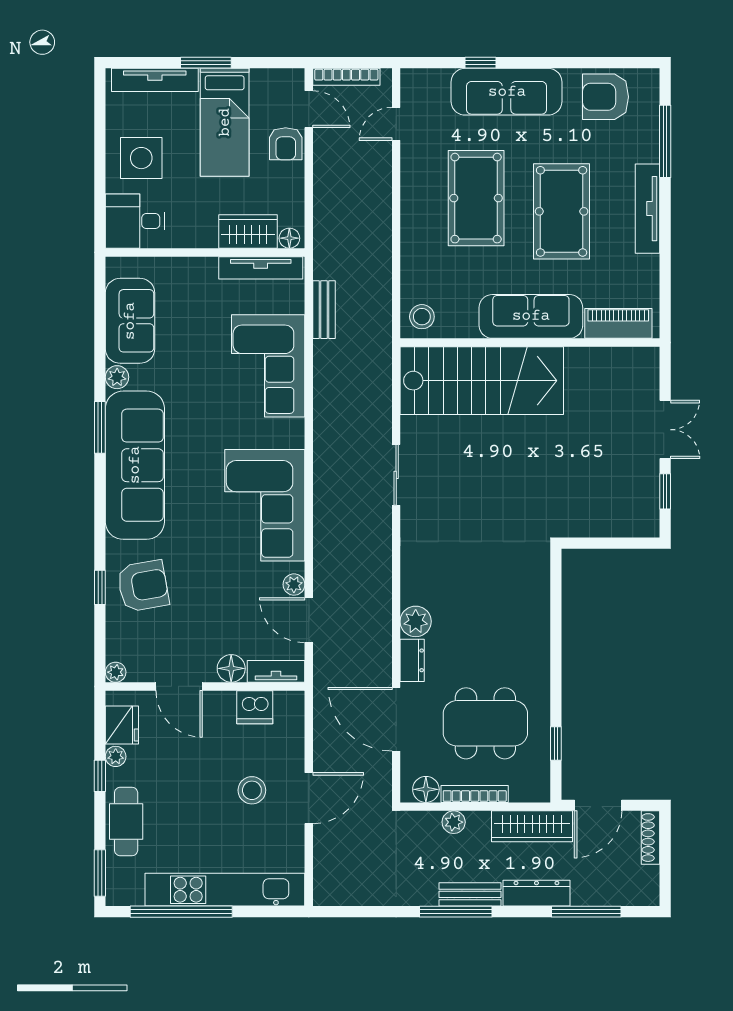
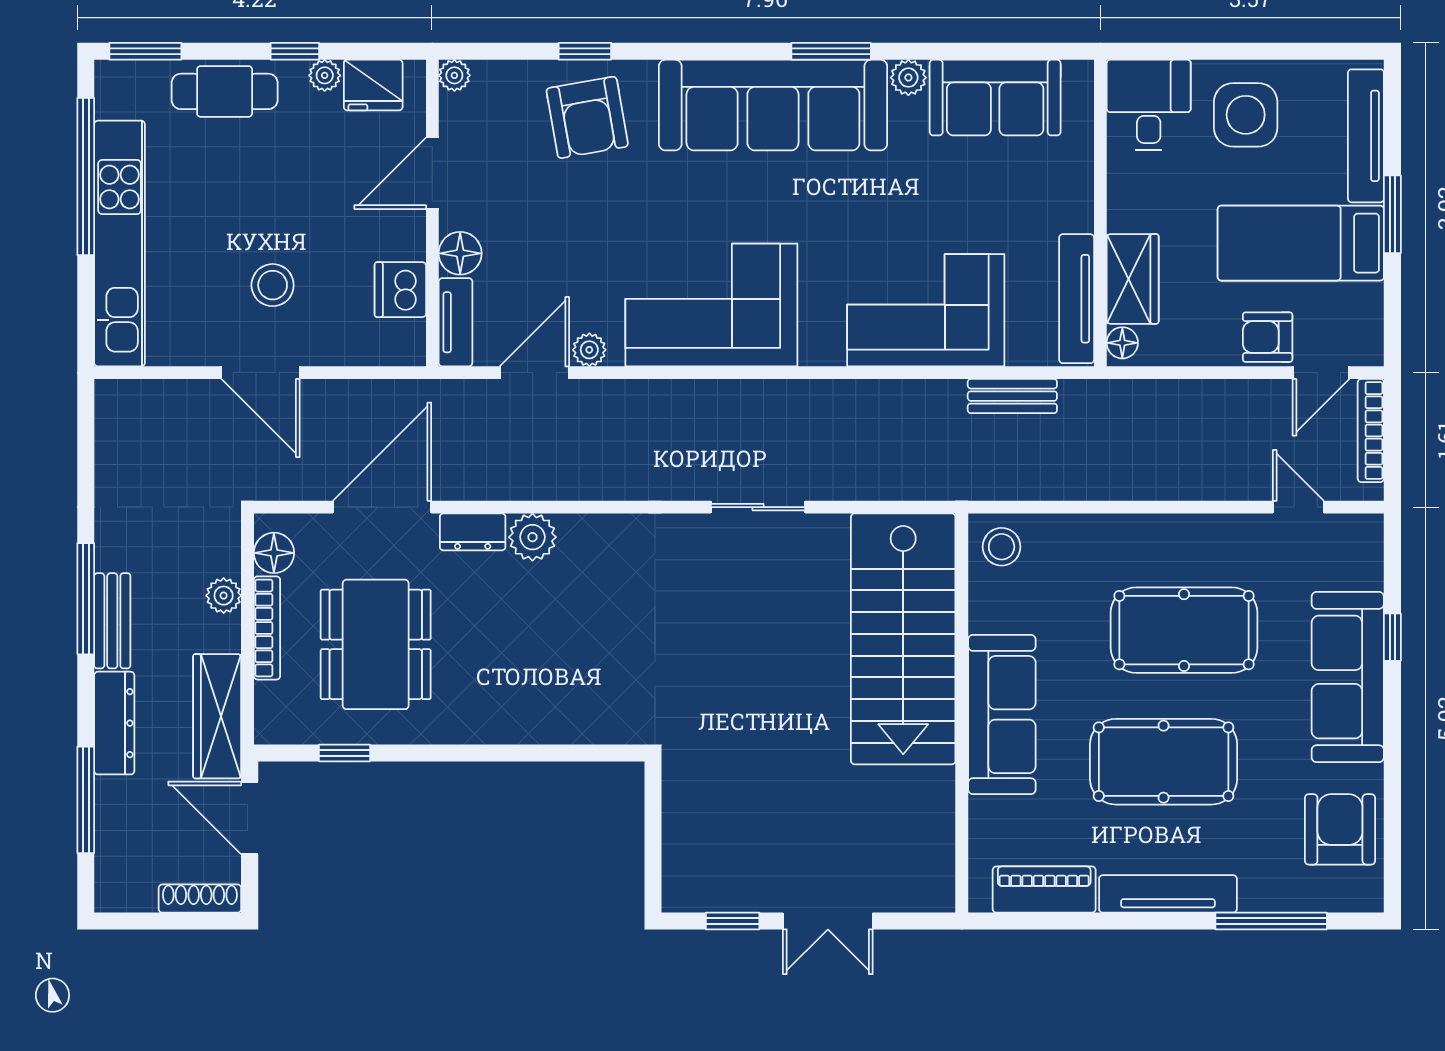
piano: (618, 323) -> (1044, 890), moved, turned -90

